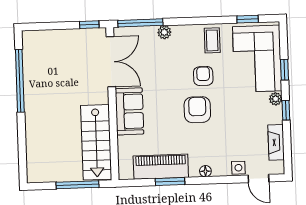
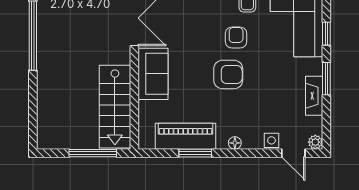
plant: (276, 99) -> (315, 142), moved
armchair: (197, 110) -> (228, 74), turned 90
window: (286, 110) -> (326, 79), width x1.50
fireplace: (276, 142) -> (314, 96), moved

